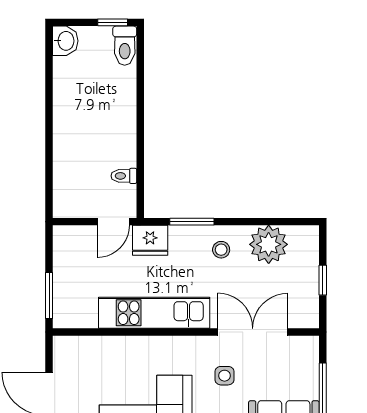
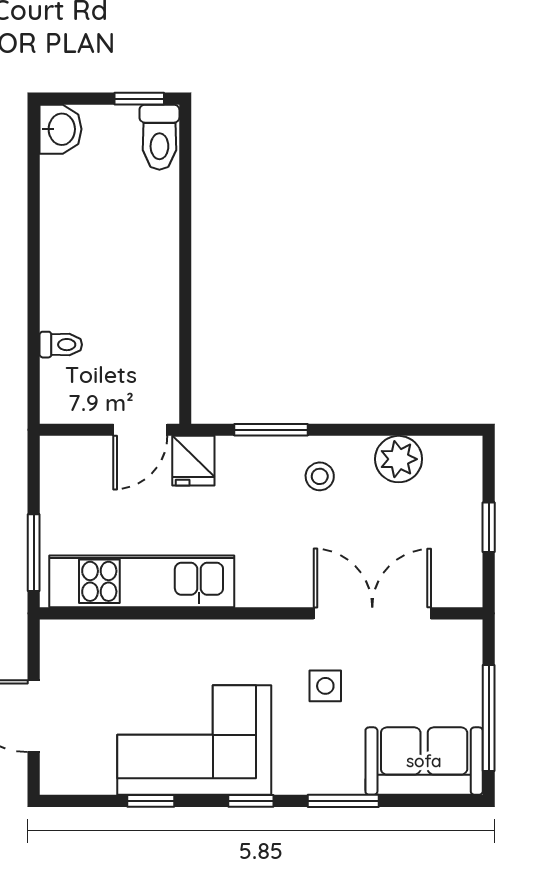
toilet: (124, 176) -> (61, 345), moved, turned 180
fridge: (150, 240) -> (193, 461), width x0.72
plant: (269, 244) -> (399, 459), width x0.73, depth x0.73
kitchen unit: (154, 313) -> (142, 581), moved

